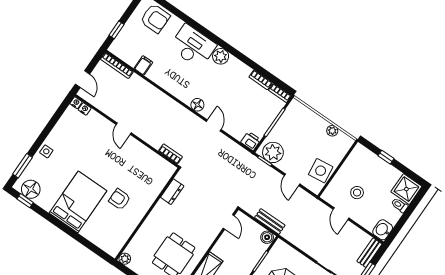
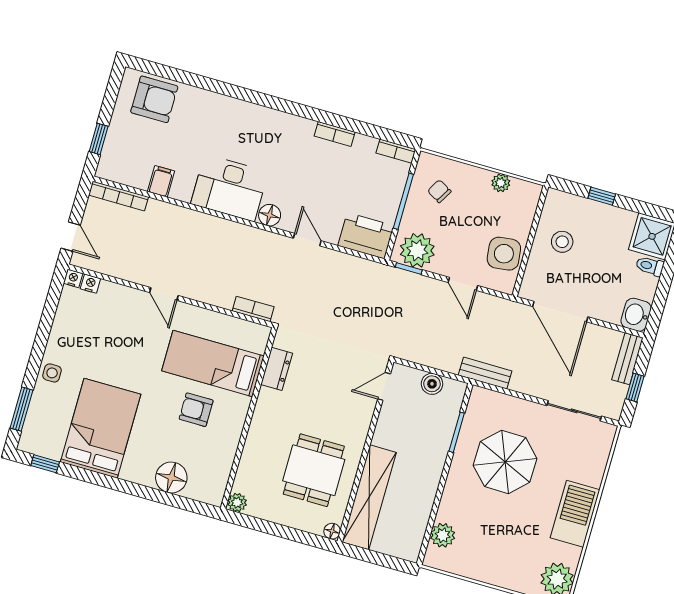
desk: (193, 46) -> (230, 188), moved, turned 180
plant: (221, 56) -> (280, 124), removed
bookcase: (261, 80) -> (335, 134), moved
chair: (296, 124) -> (439, 191), added
printer: (251, 141) -> (366, 236), width x1.87, depth x1.48
bed: (138, 177) -> (213, 363), added
floor lamp: (31, 189) -> (171, 478), moved
stool: (357, 193) -> (562, 242), moved
bed: (78, 202) -> (101, 428), moved
door: (341, 214) -> (560, 312), width x1.88
bench: (270, 221) -> (485, 373), moved
door: (229, 222) -> (384, 386), swing flipped
boiler: (267, 237) -> (432, 384), moved

